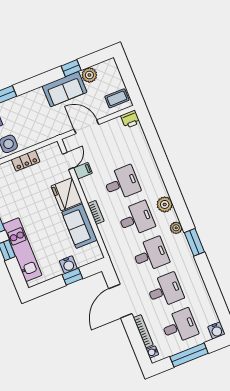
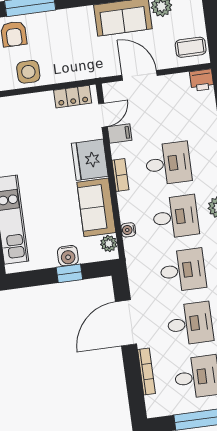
locker: (26, 161) -> (73, 97), moved
bookcase: (96, 212) -> (120, 175), moved
plant: (95, 249) -> (109, 244), added
water cooler: (152, 352) -> (128, 230), moved

